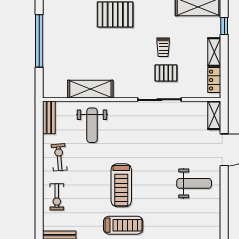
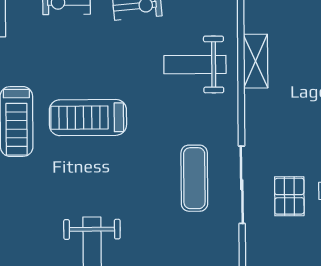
shelving: (90, 89) -> (256, 61), width x0.67, depth x0.75
exercise mat: (156, 126) -> (194, 178), added

